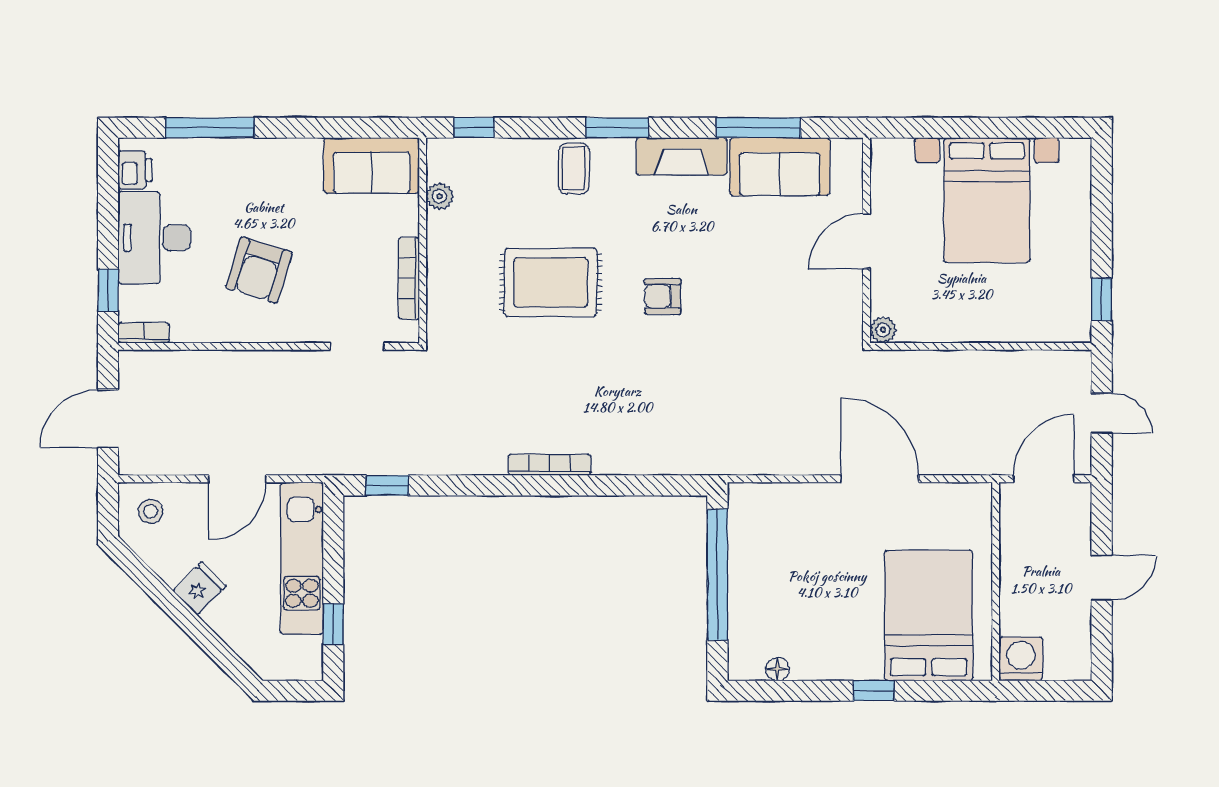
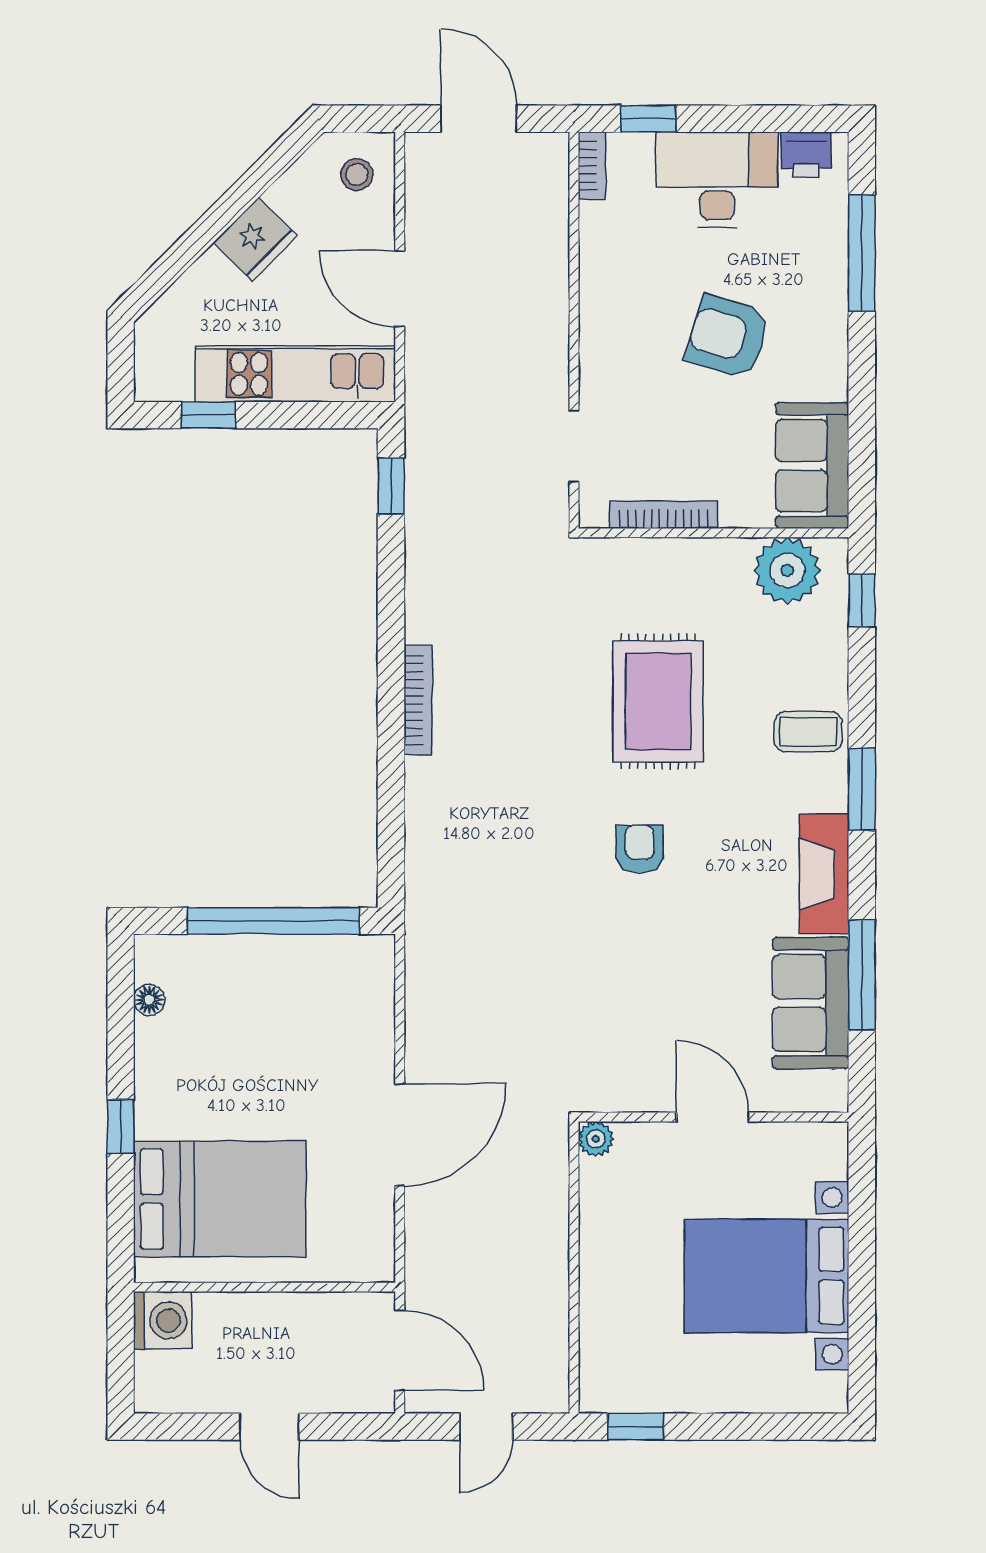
plant: (439, 196) -> (787, 571), width x1.87, depth x1.87
armchair: (259, 270) -> (728, 336), moved
fridge: (200, 588) -> (255, 239), width x1.38

